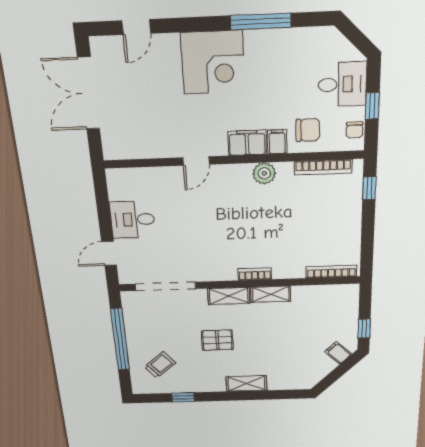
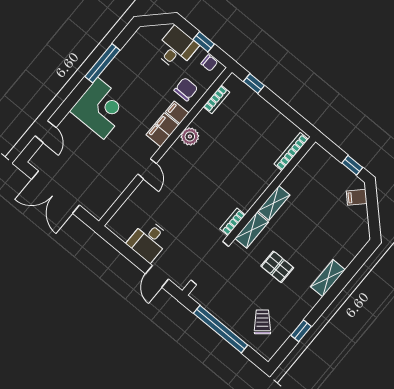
bookcase: (323, 167) -> (216, 99), width x0.64
bookcase: (255, 274) -> (233, 222), moved
pallet: (217, 340) -> (277, 267), turned 90

